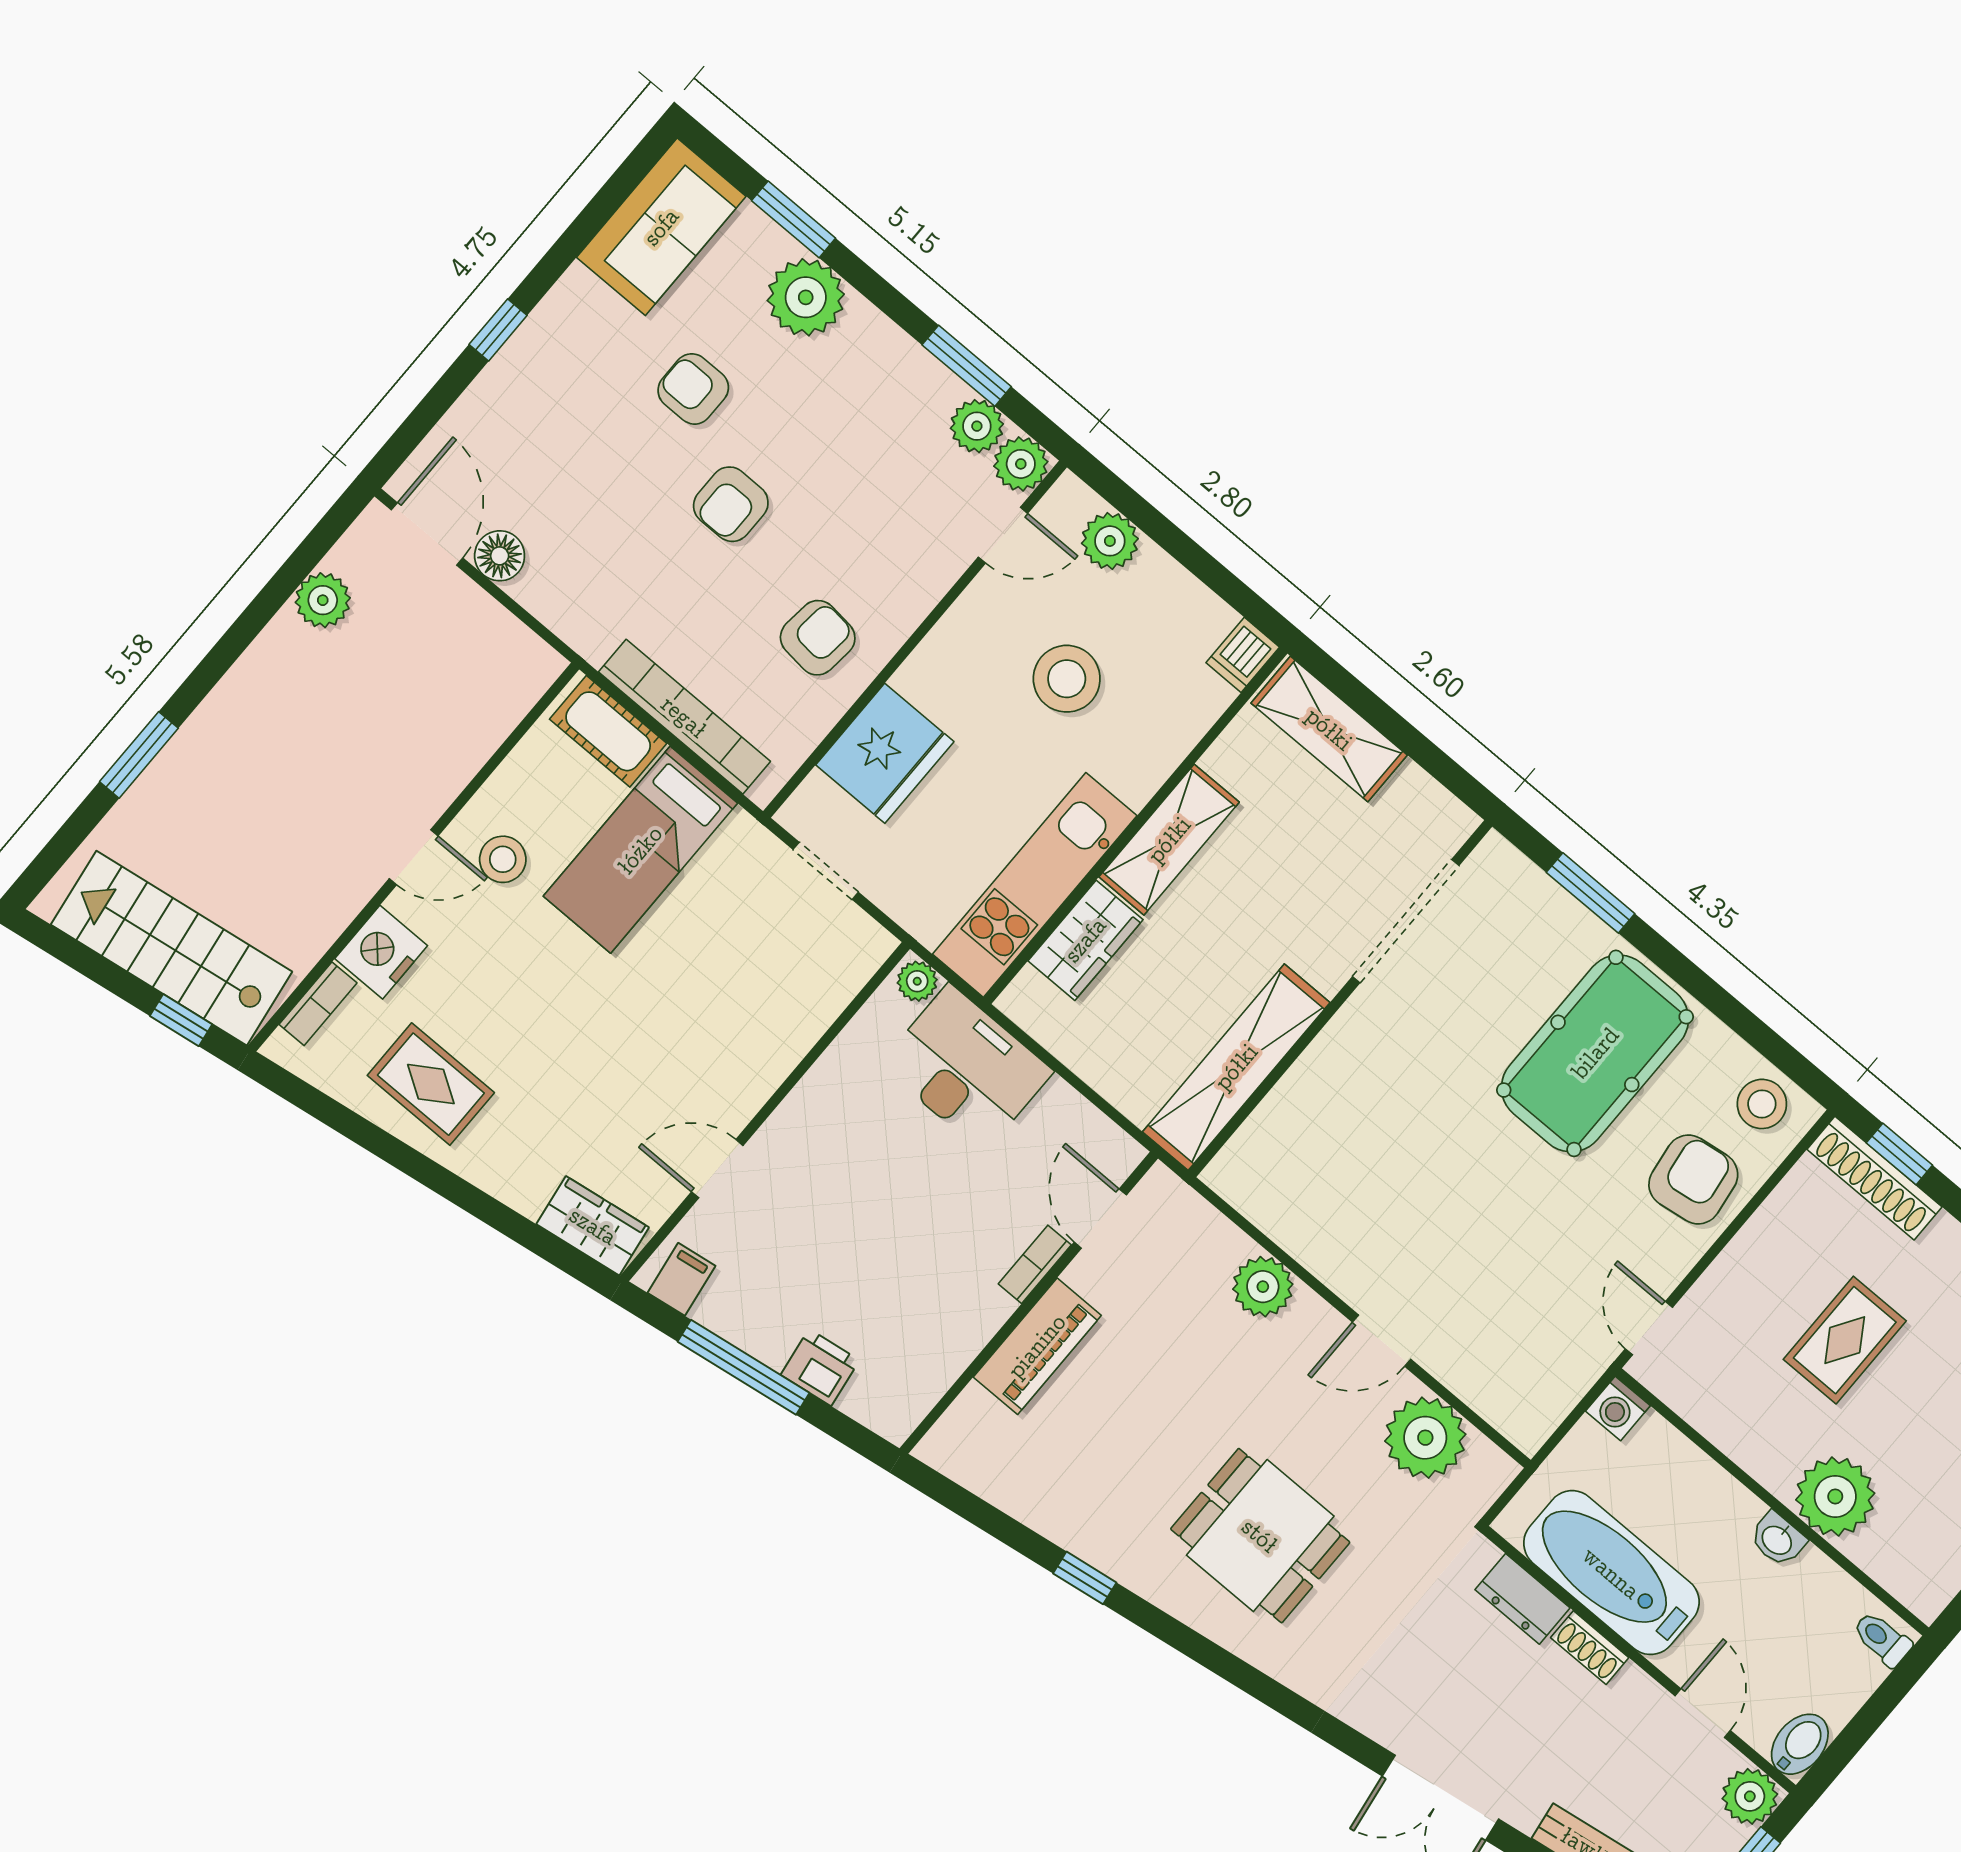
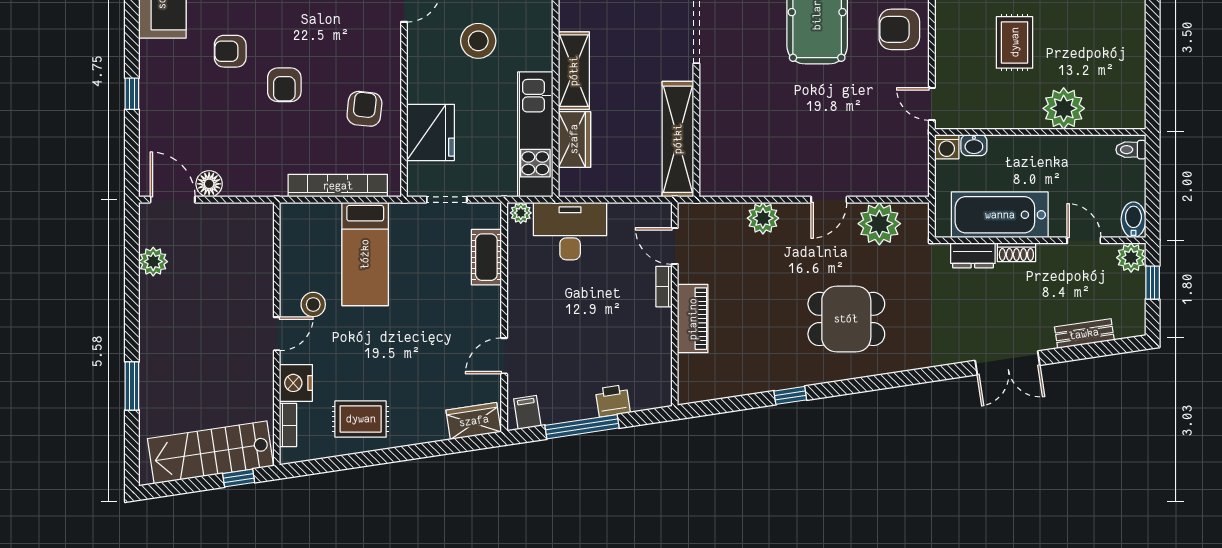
cot: (608, 731) -> (486, 257), moved, turned 90
armchair: (1693, 1180) -> (899, 29), turned -82
washbasin: (1778, 1539) -> (974, 145), moved

